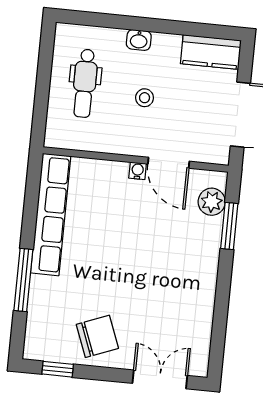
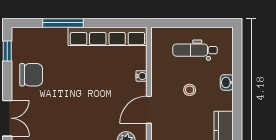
water cooler: (138, 171) -> (142, 76), moved
chair: (97, 336) -> (31, 75), turned -69

